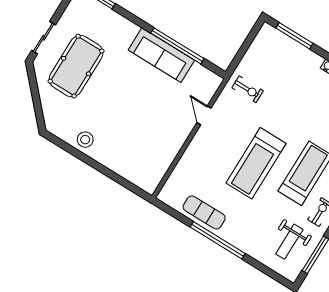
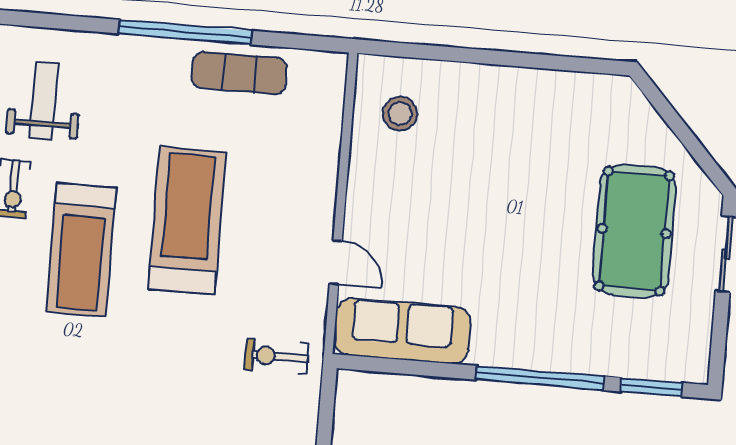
window: (177, 46) -> (540, 378), moved
sofa: (161, 55) -> (402, 331), moved
stool: (85, 140) -> (400, 114), moved

